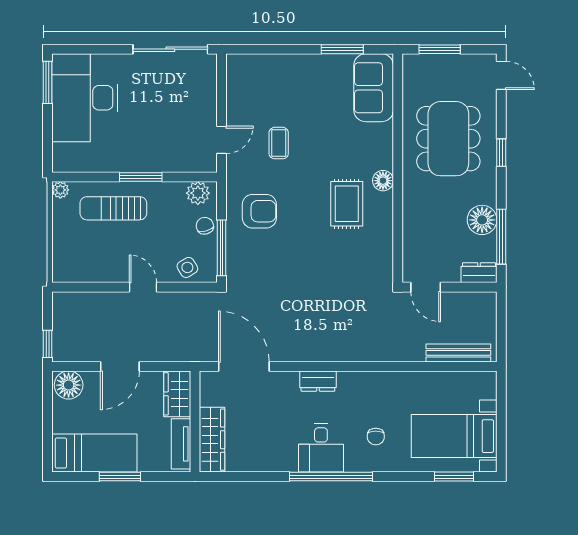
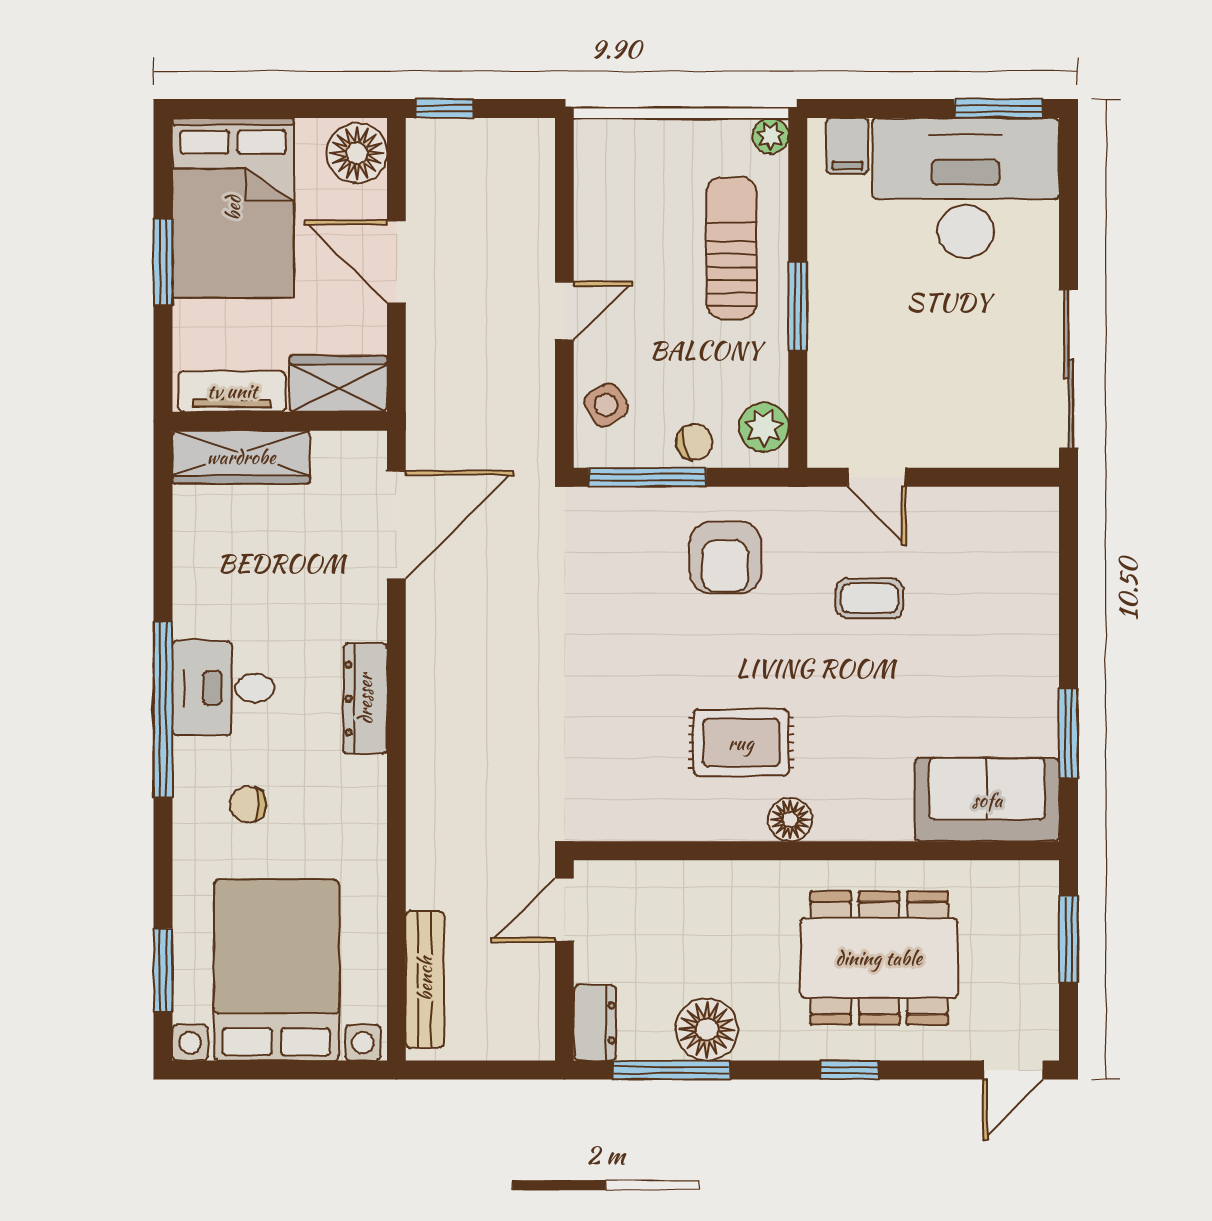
filing cabinet: (65, 154) -> (847, 146), added
dresser: (318, 381) -> (365, 699), width x1.44
bed with nightstands: (454, 436) -> (276, 970), width x1.36
bed: (94, 453) -> (233, 208), width x1.50

